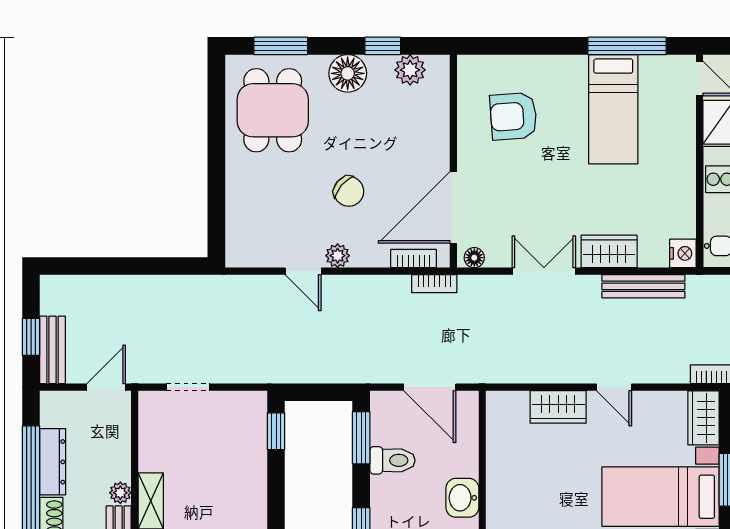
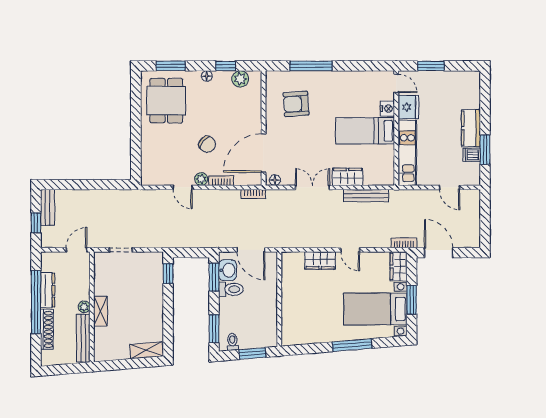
window: (627, 46) -> (311, 66), moved
floor lamp: (348, 73) -> (207, 76), width x0.53, depth x0.53
bed: (613, 109) -> (365, 131), moved, turned 90
nightstand: (683, 253) -> (387, 109), moved
bookcase: (414, 259) -> (221, 181), moved
bench: (53, 350) -> (48, 207), moved
washbasin: (462, 498) -> (227, 270), moved, turned 180

